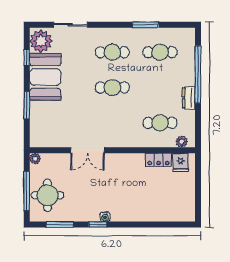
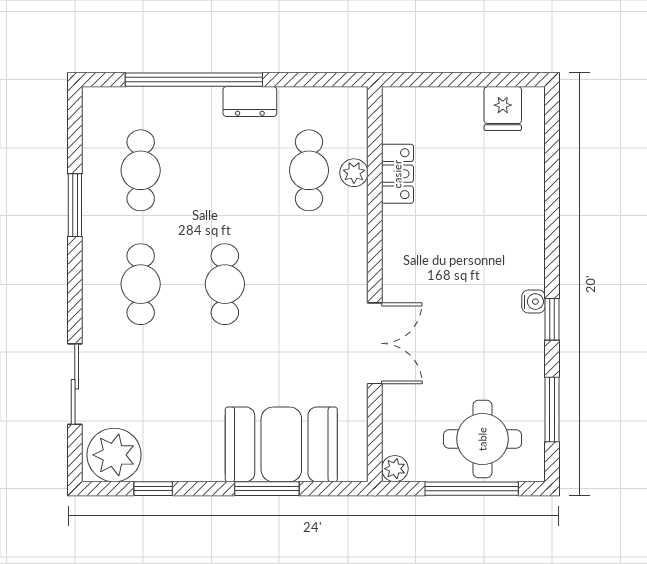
booth: (45, 77) -> (281, 444), moved
plant: (182, 142) -> (354, 173), moved
fridge: (181, 162) -> (503, 109), moved, turned 90

